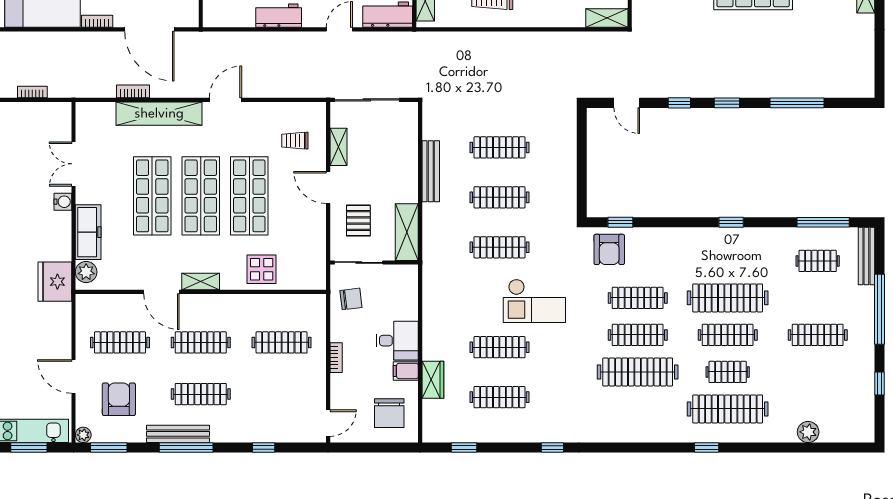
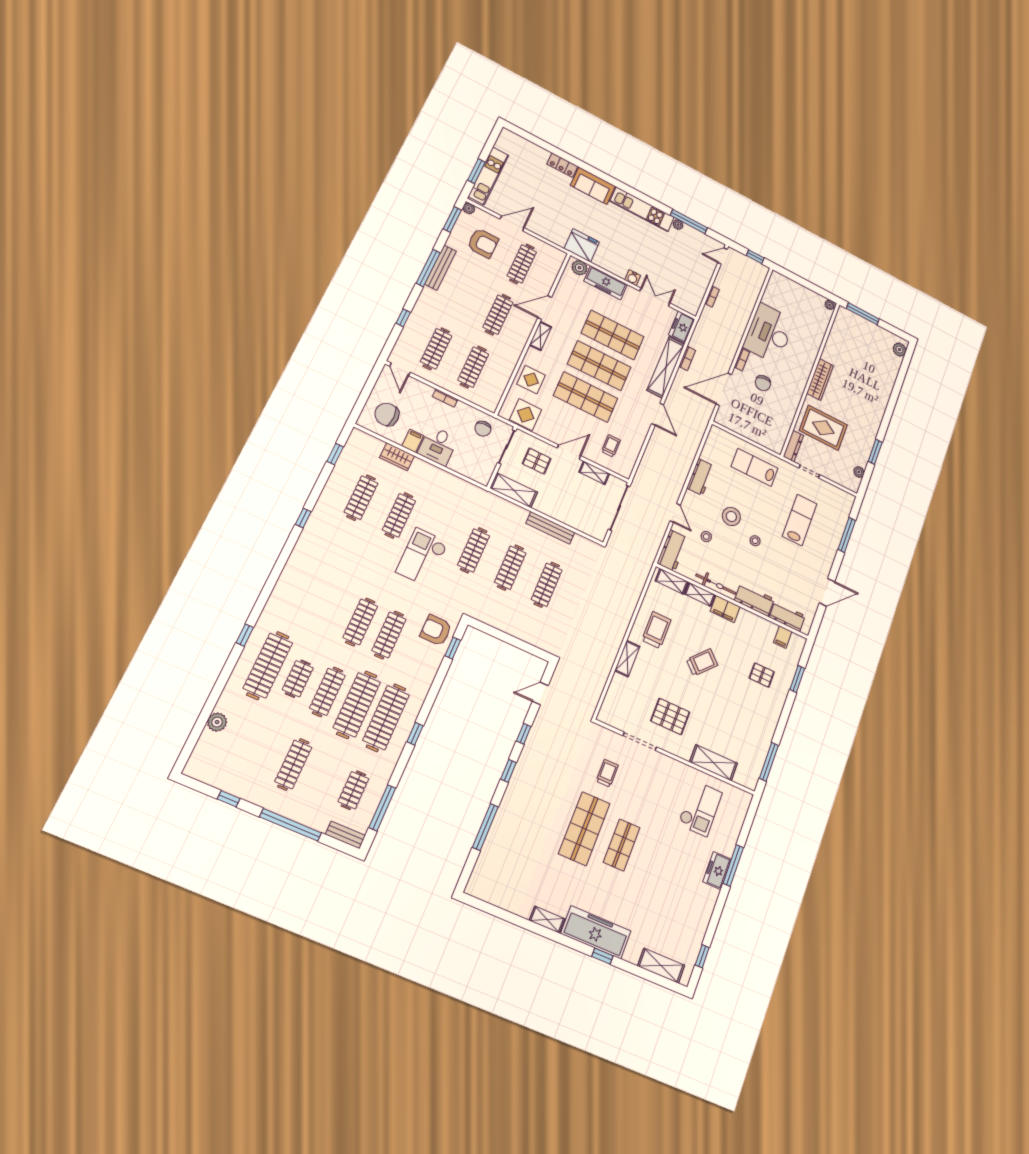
shelving: (607, 18) -> (627, 659), moved
freezer: (95, 115) -> (682, 327), added
bench: (866, 256) -> (345, 835), width x0.73
display table: (308, 257) -> (526, 415), added
clothes rail: (638, 372) -> (386, 718), moved
clothes rail: (201, 394) -> (436, 349), moved

